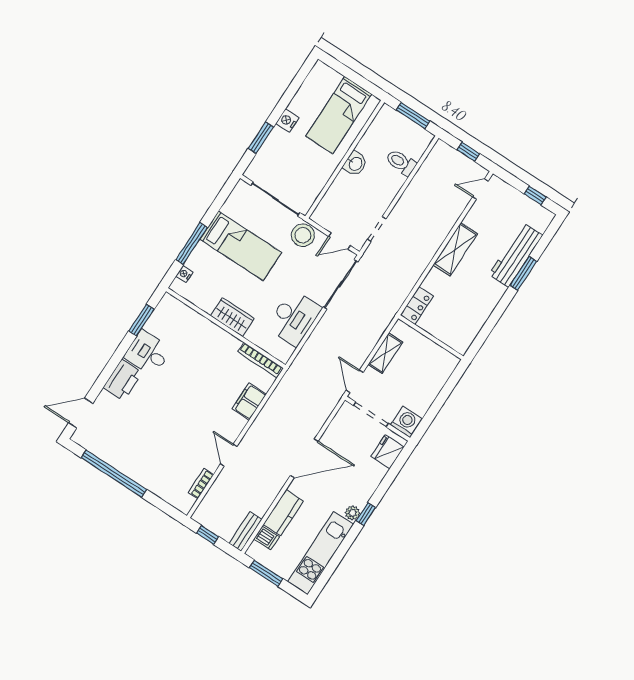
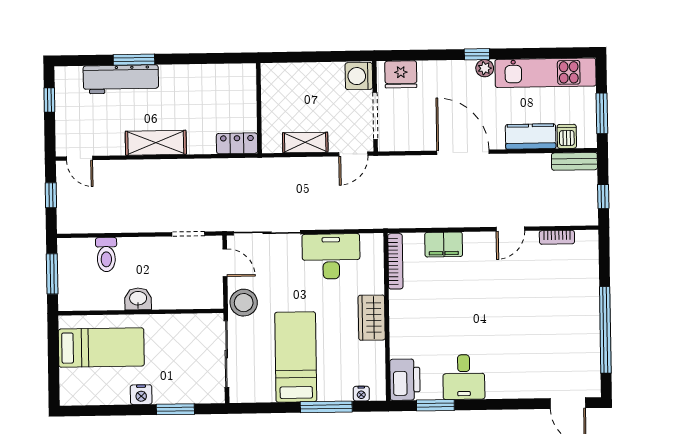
printer: (123, 380) -> (405, 380), moved, turned 90

